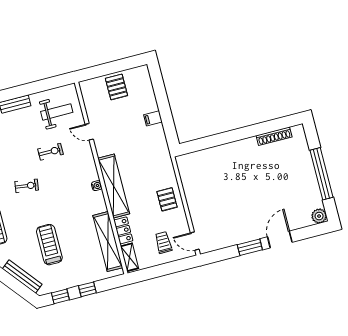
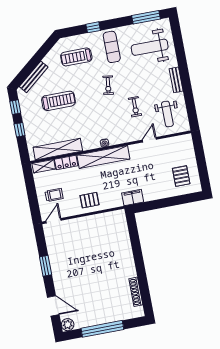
pallet: (116, 87) -> (181, 176), moved, turned 90
filing cabinet: (153, 118) -> (133, 198), moved, width x2.00
door: (280, 240) -> (53, 306), moved

